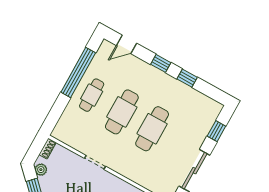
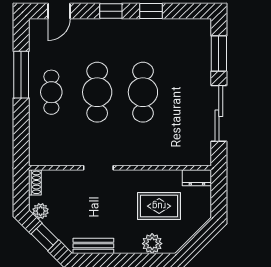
window: (78, 72) -> (21, 75), width x0.68
window: (216, 131) -> (219, 53), width x1.50

